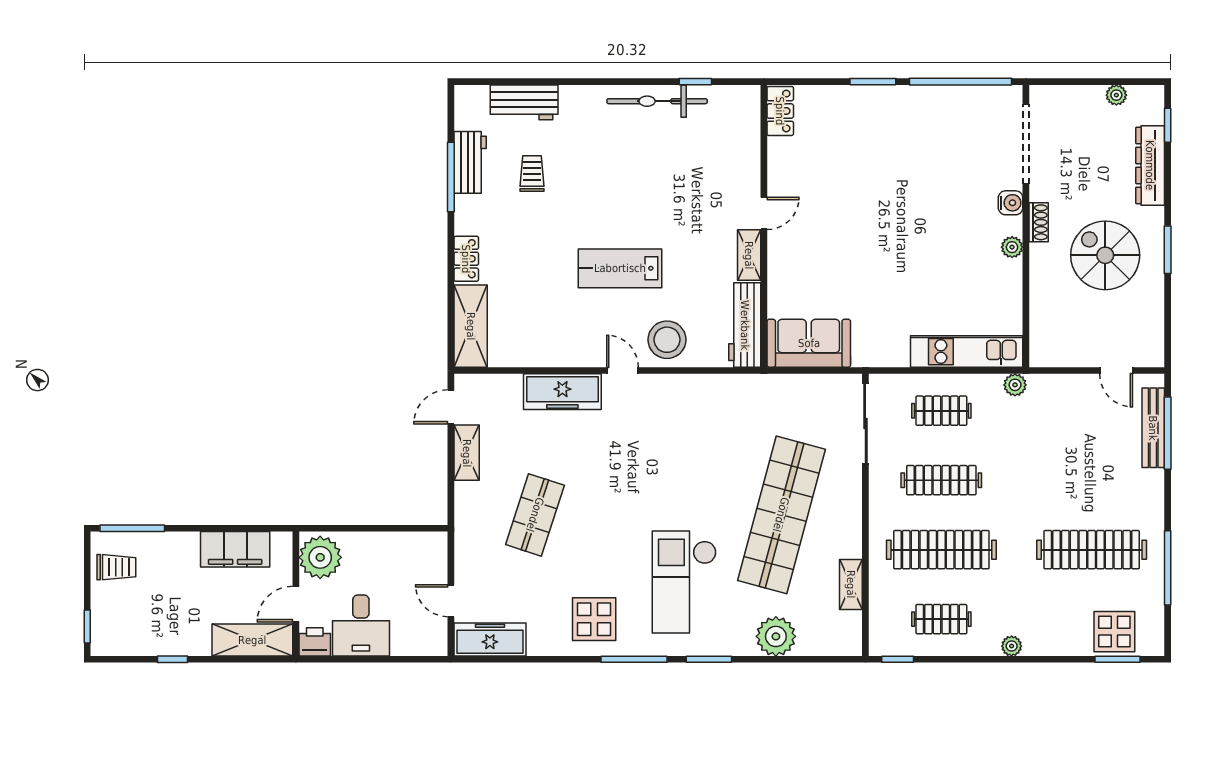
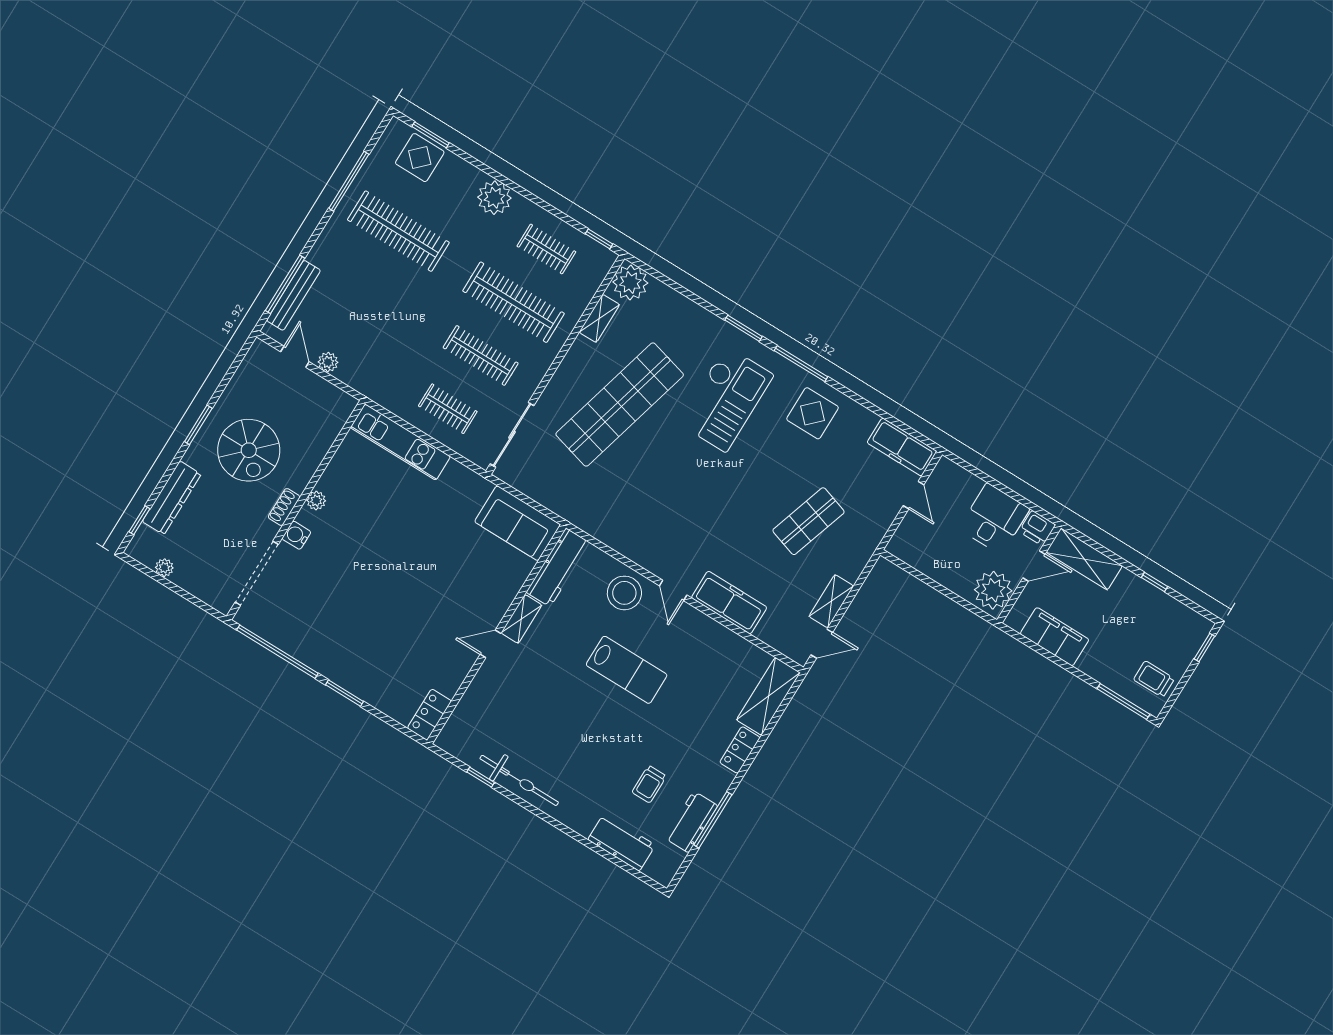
plant: (1015, 385) -> (328, 362), moved
plant: (776, 636) -> (630, 282), moved
plant: (1012, 646) -> (494, 198), width x1.88, depth x1.88

